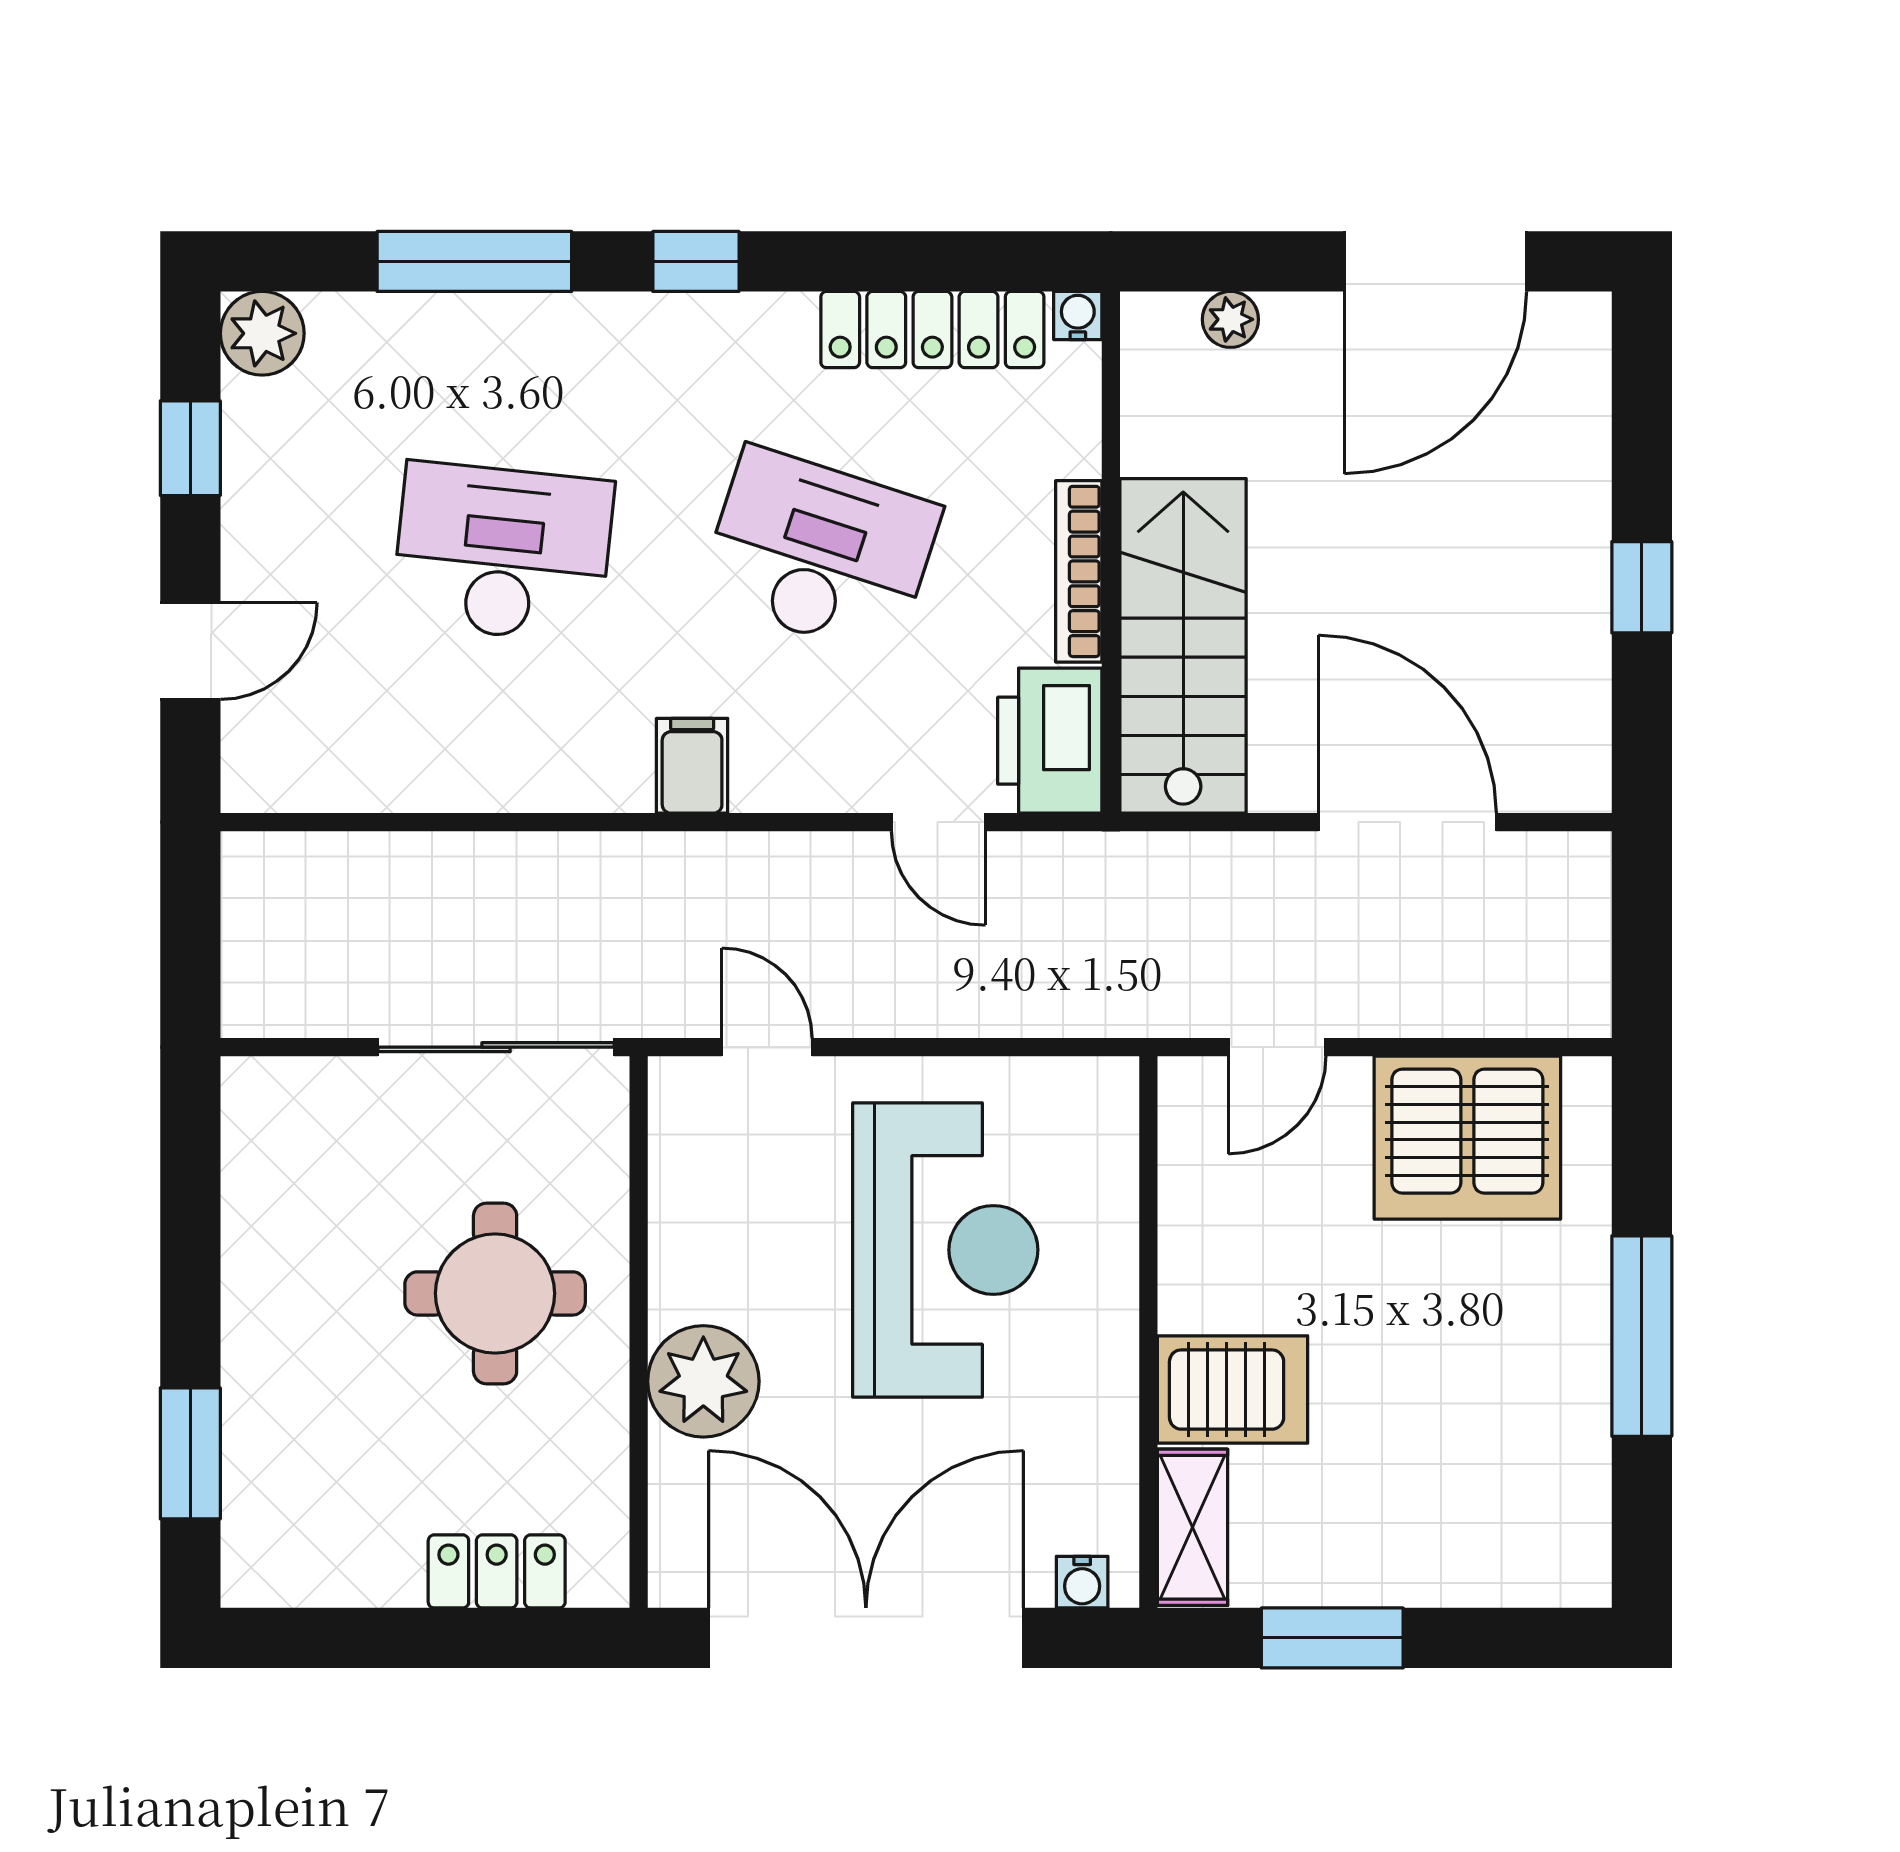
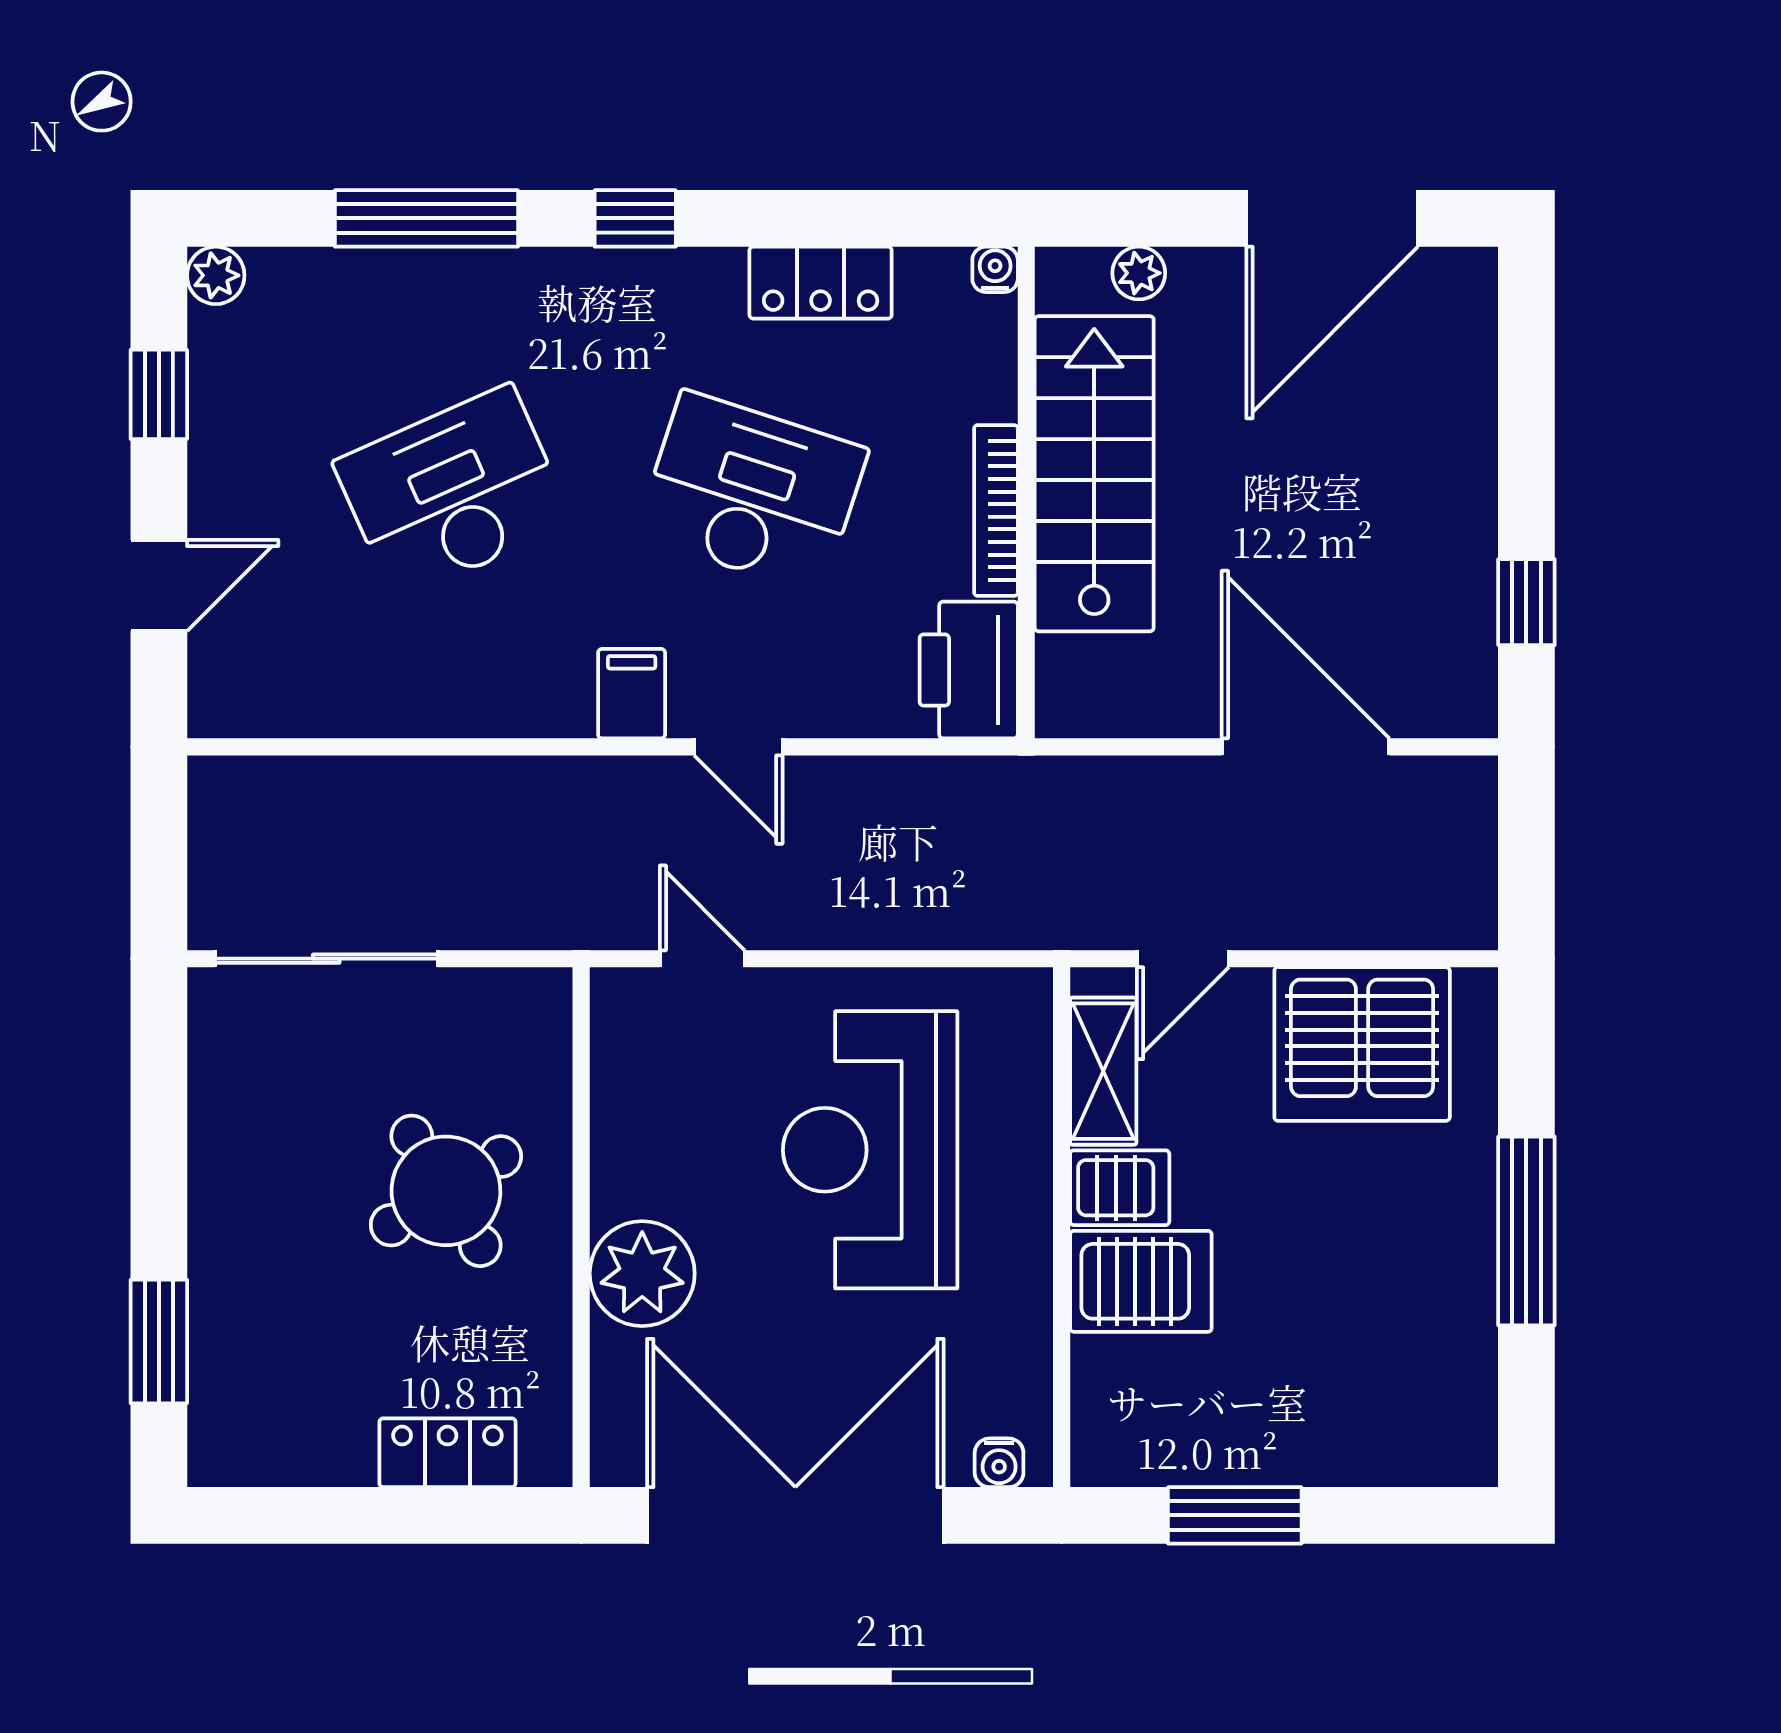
locker: (932, 330) -> (821, 283), width x0.66
plant: (262, 333) -> (216, 275), width x0.73, depth x0.73
desk: (503, 552) -> (453, 492), turned -30
window: (1642, 587) -> (1526, 602), moved
stairs: (1183, 646) -> (1094, 474), moved
door: (938, 822) -> (738, 747), moved
sliding door: (496, 1047) -> (326, 959), moved
reception desk: (945, 1250) -> (870, 1150), turned 180
server rack: (1210, 1290) -> (1120, 1188), added
round table: (495, 1293) -> (446, 1191), turned -32
shelving: (1193, 1527) -> (1103, 1071), moved

